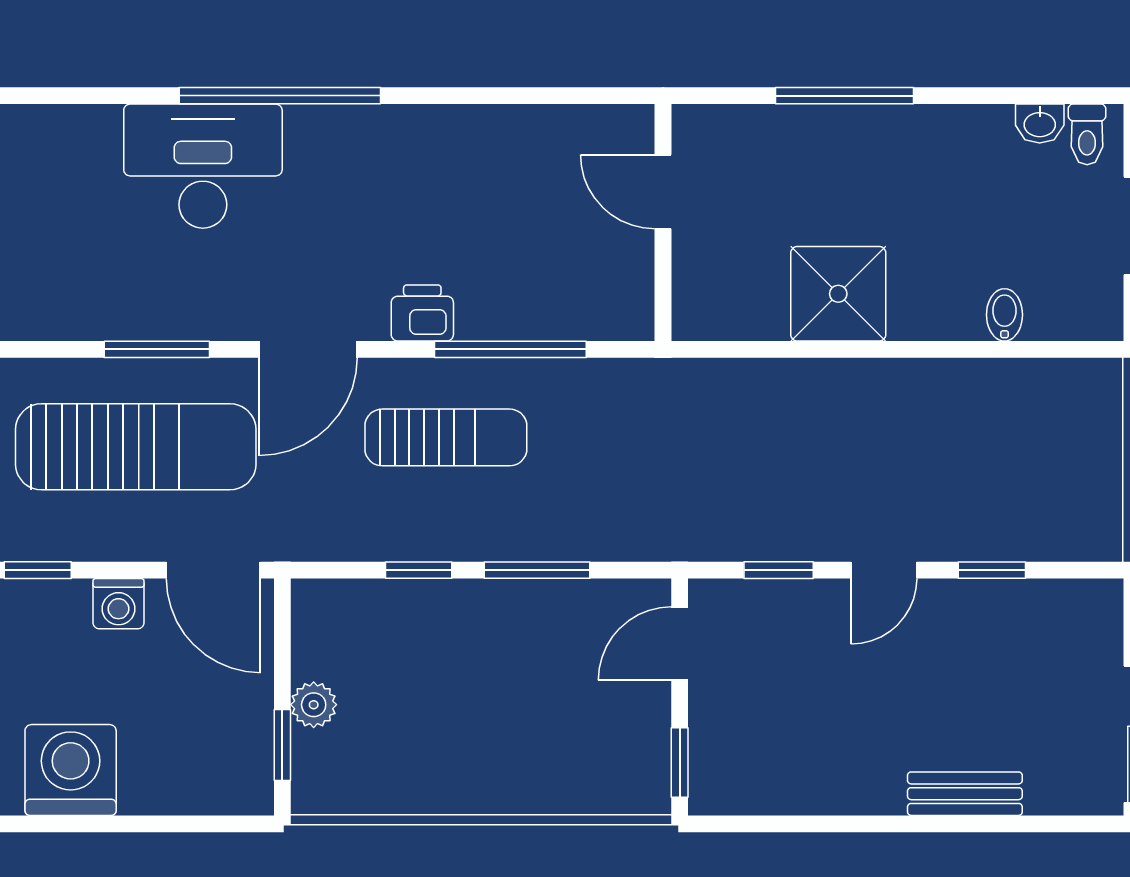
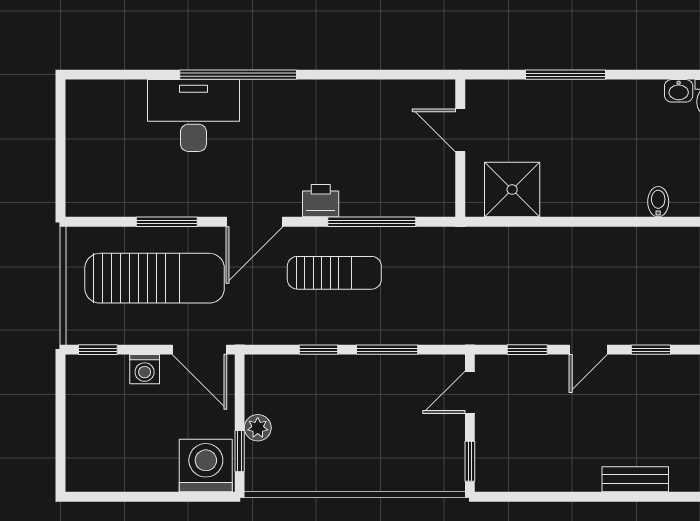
shower: (838, 294) -> (512, 190), moved
washing machine: (71, 770) -> (206, 466), moved

